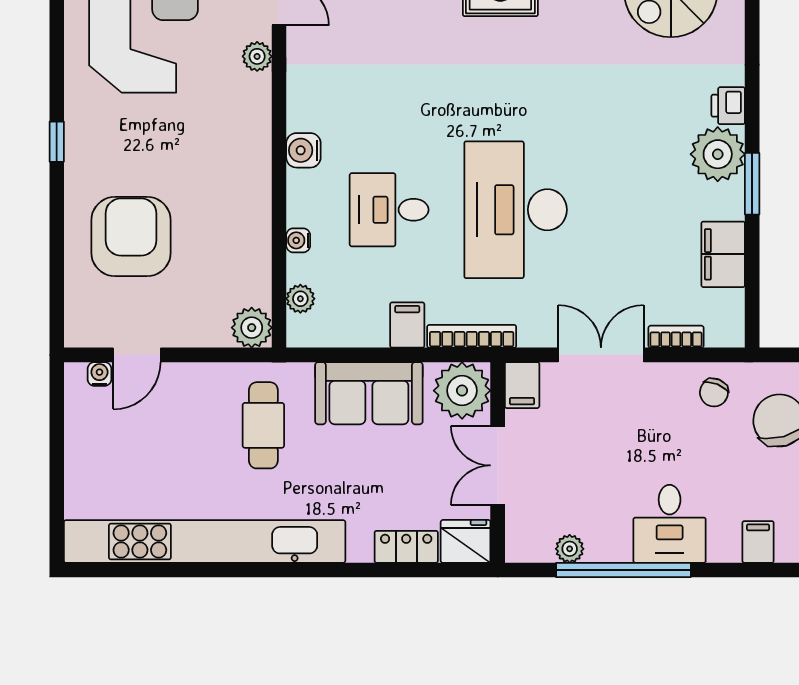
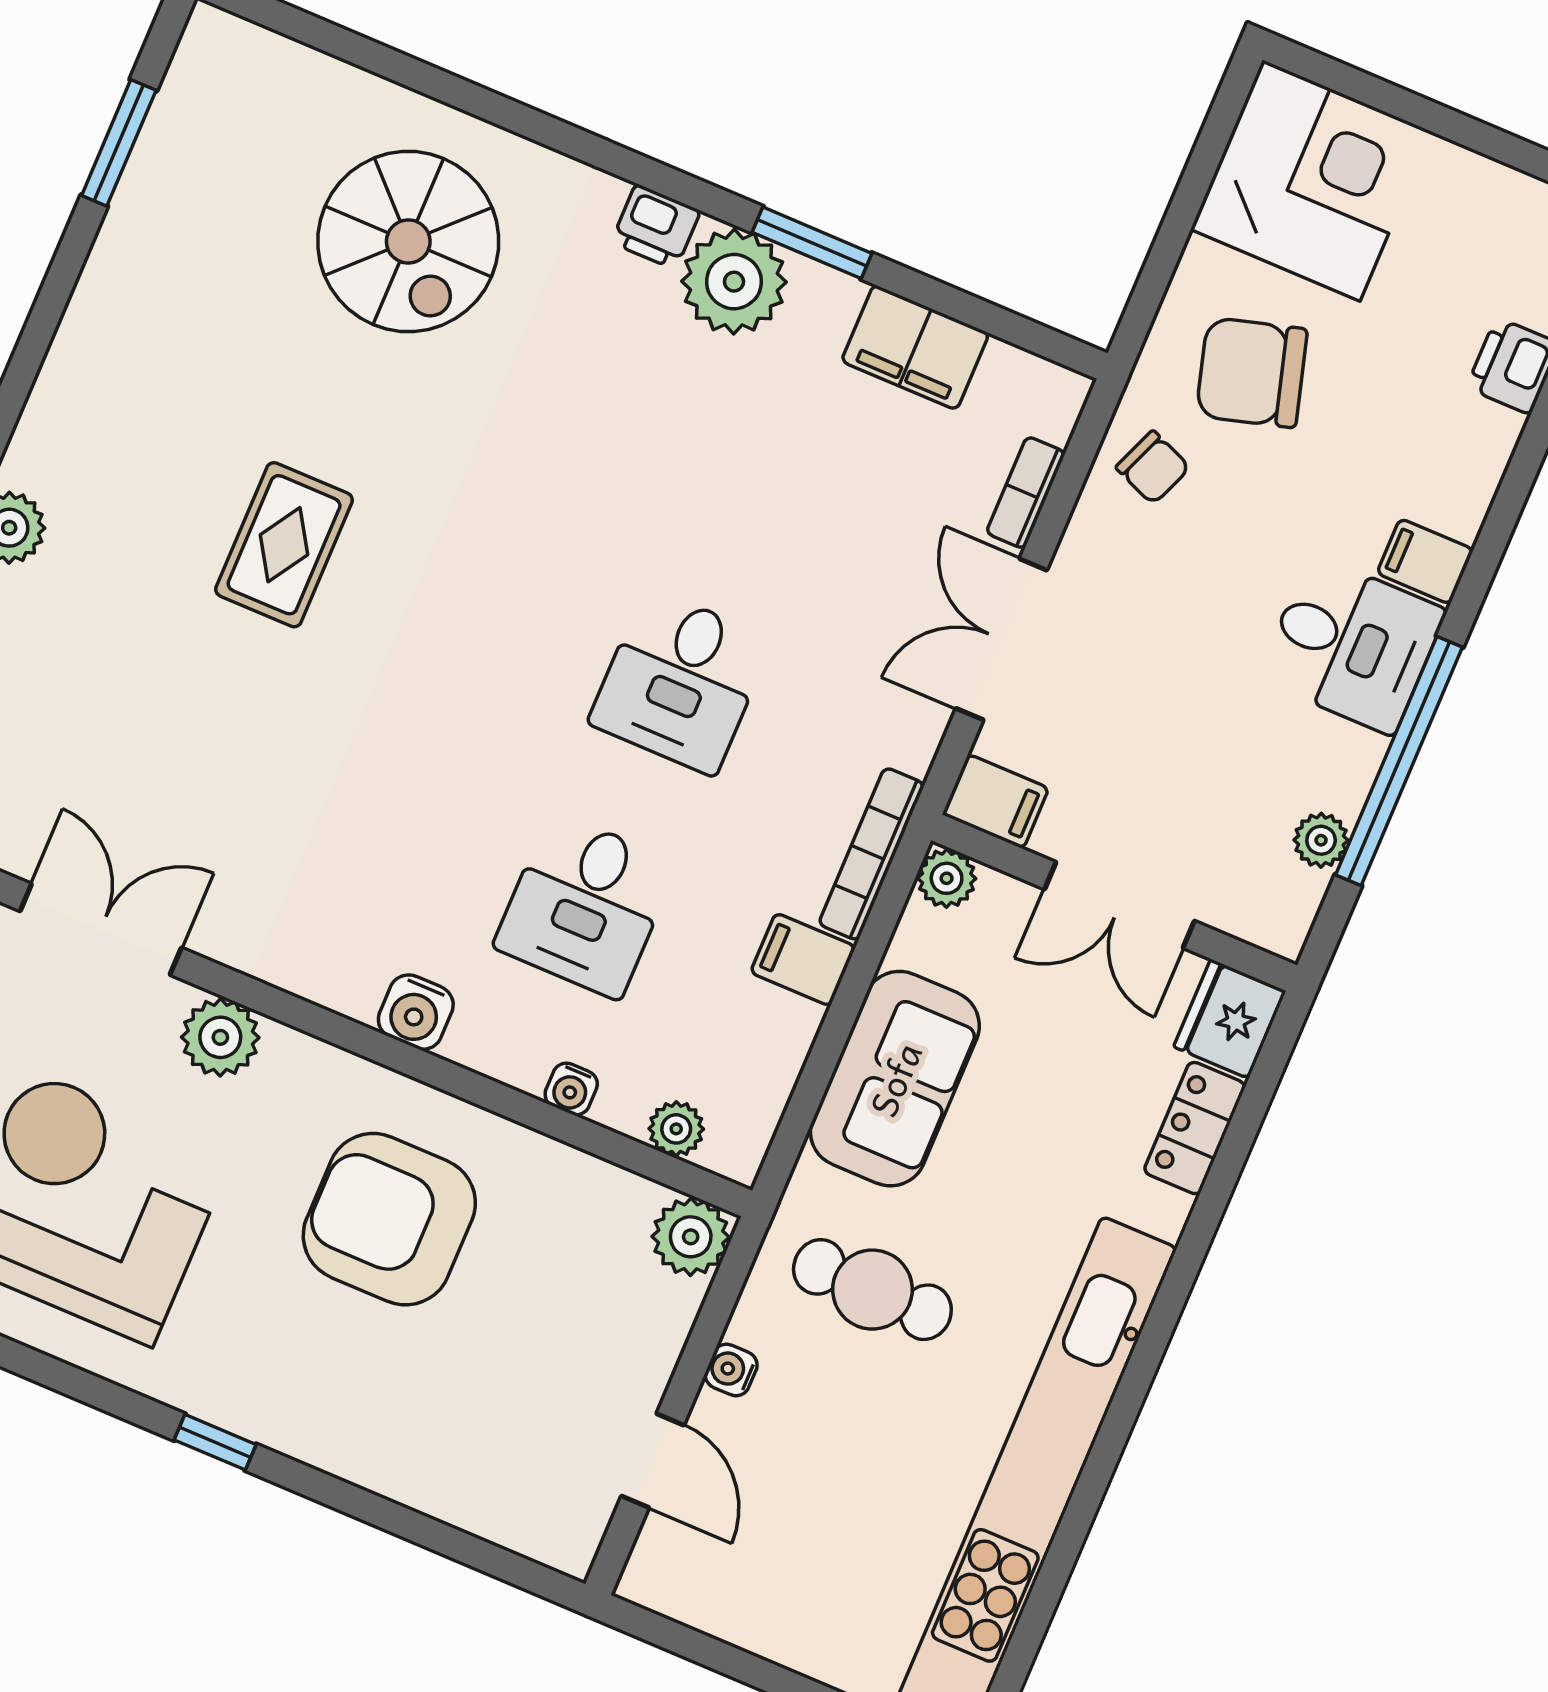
plant: (257, 56) -> (220, 1037), width x1.38, depth x1.38
desk: (516, 210) -> (680, 681), width x0.53, depth x0.77
armchair: (131, 236) -> (389, 1219), moved
water cooler: (99, 374) -> (731, 1370), moved
plant: (462, 391) -> (947, 878), width x0.53, depth x0.53
filing cabinet: (758, 542) -> (1425, 561), moved

